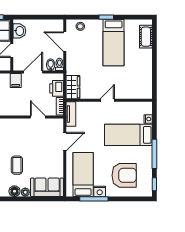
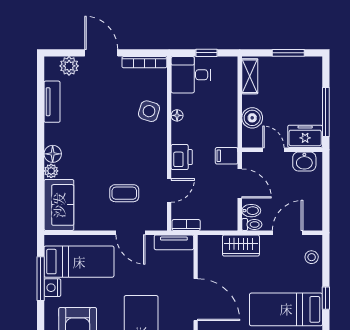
wardrobe: (73, 87) -> (241, 245), moved
printer: (57, 88) -> (182, 157), moved, turned 90
door: (107, 100) -> (196, 300), width x1.87
coffee table: (17, 165) -> (124, 193), moved

